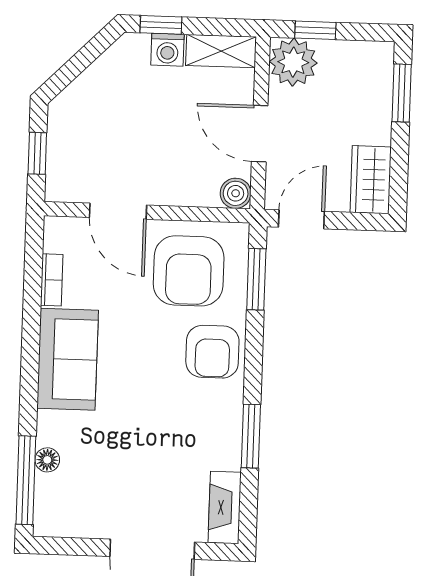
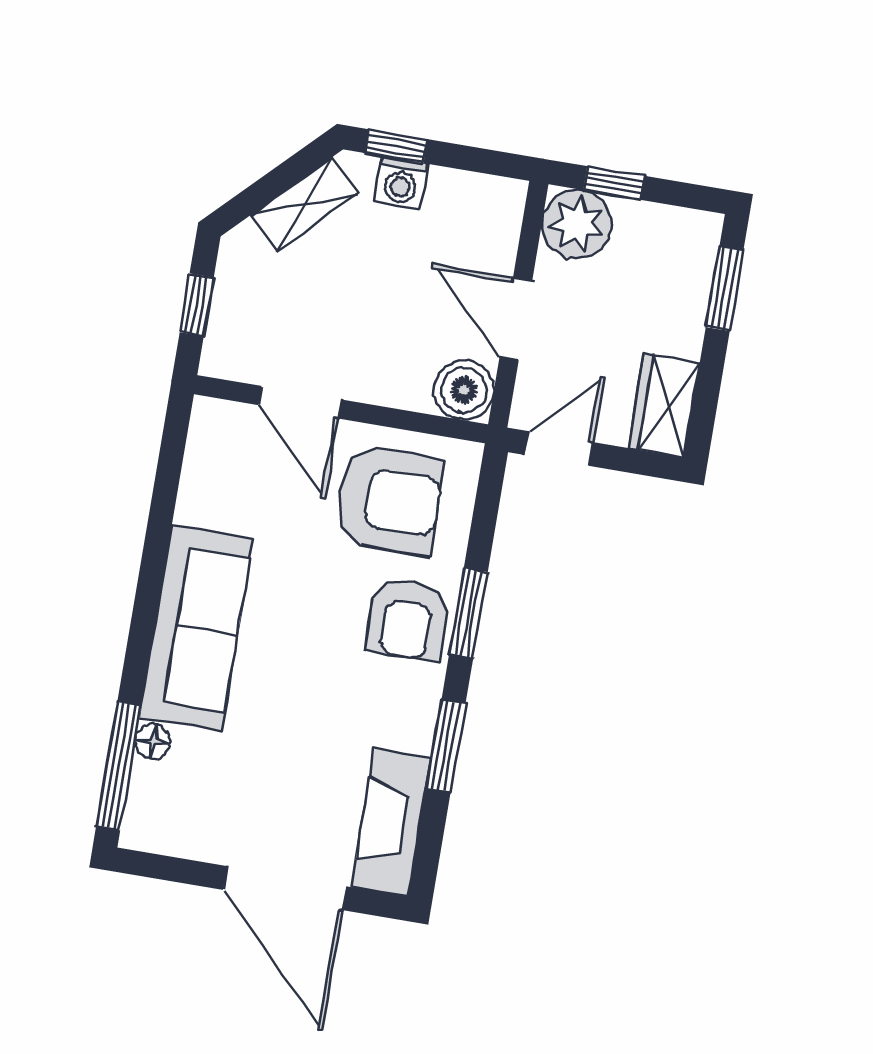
shelving: (221, 51) -> (305, 204), moved, turned -45
boiler: (236, 193) -> (464, 390), width x1.36, depth x1.36
armchair: (189, 271) -> (389, 500), turned -90
window: (256, 279) -> (468, 613), moved
bookcase: (52, 280) -> (193, 487), removed
sofa: (68, 359) -> (196, 628), width x1.36
fireplace: (225, 507) -> (391, 823), width x1.37, depth x1.32

